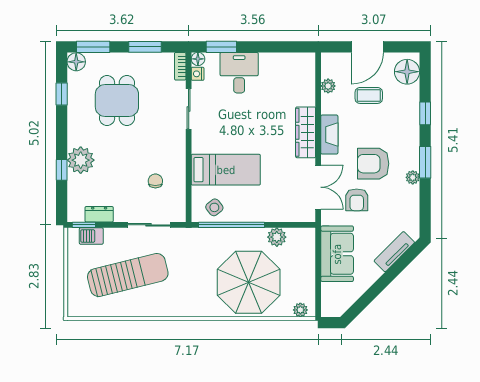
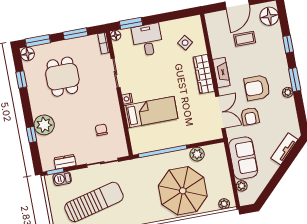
nightstand: (198, 74) -> (127, 99), moved
plant: (328, 86) -> (242, 186), moved
side table: (214, 207) -> (185, 43), moved

